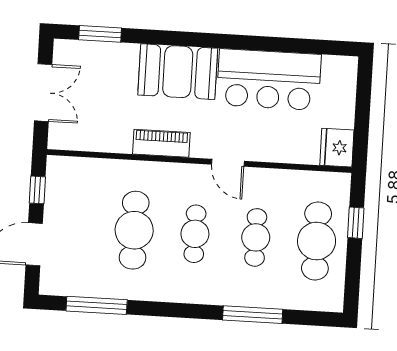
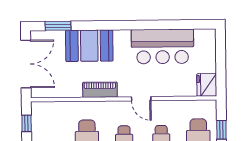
booth: (178, 72) -> (89, 46), moved
double door: (43, 93) -> (26, 64), width x1.37

